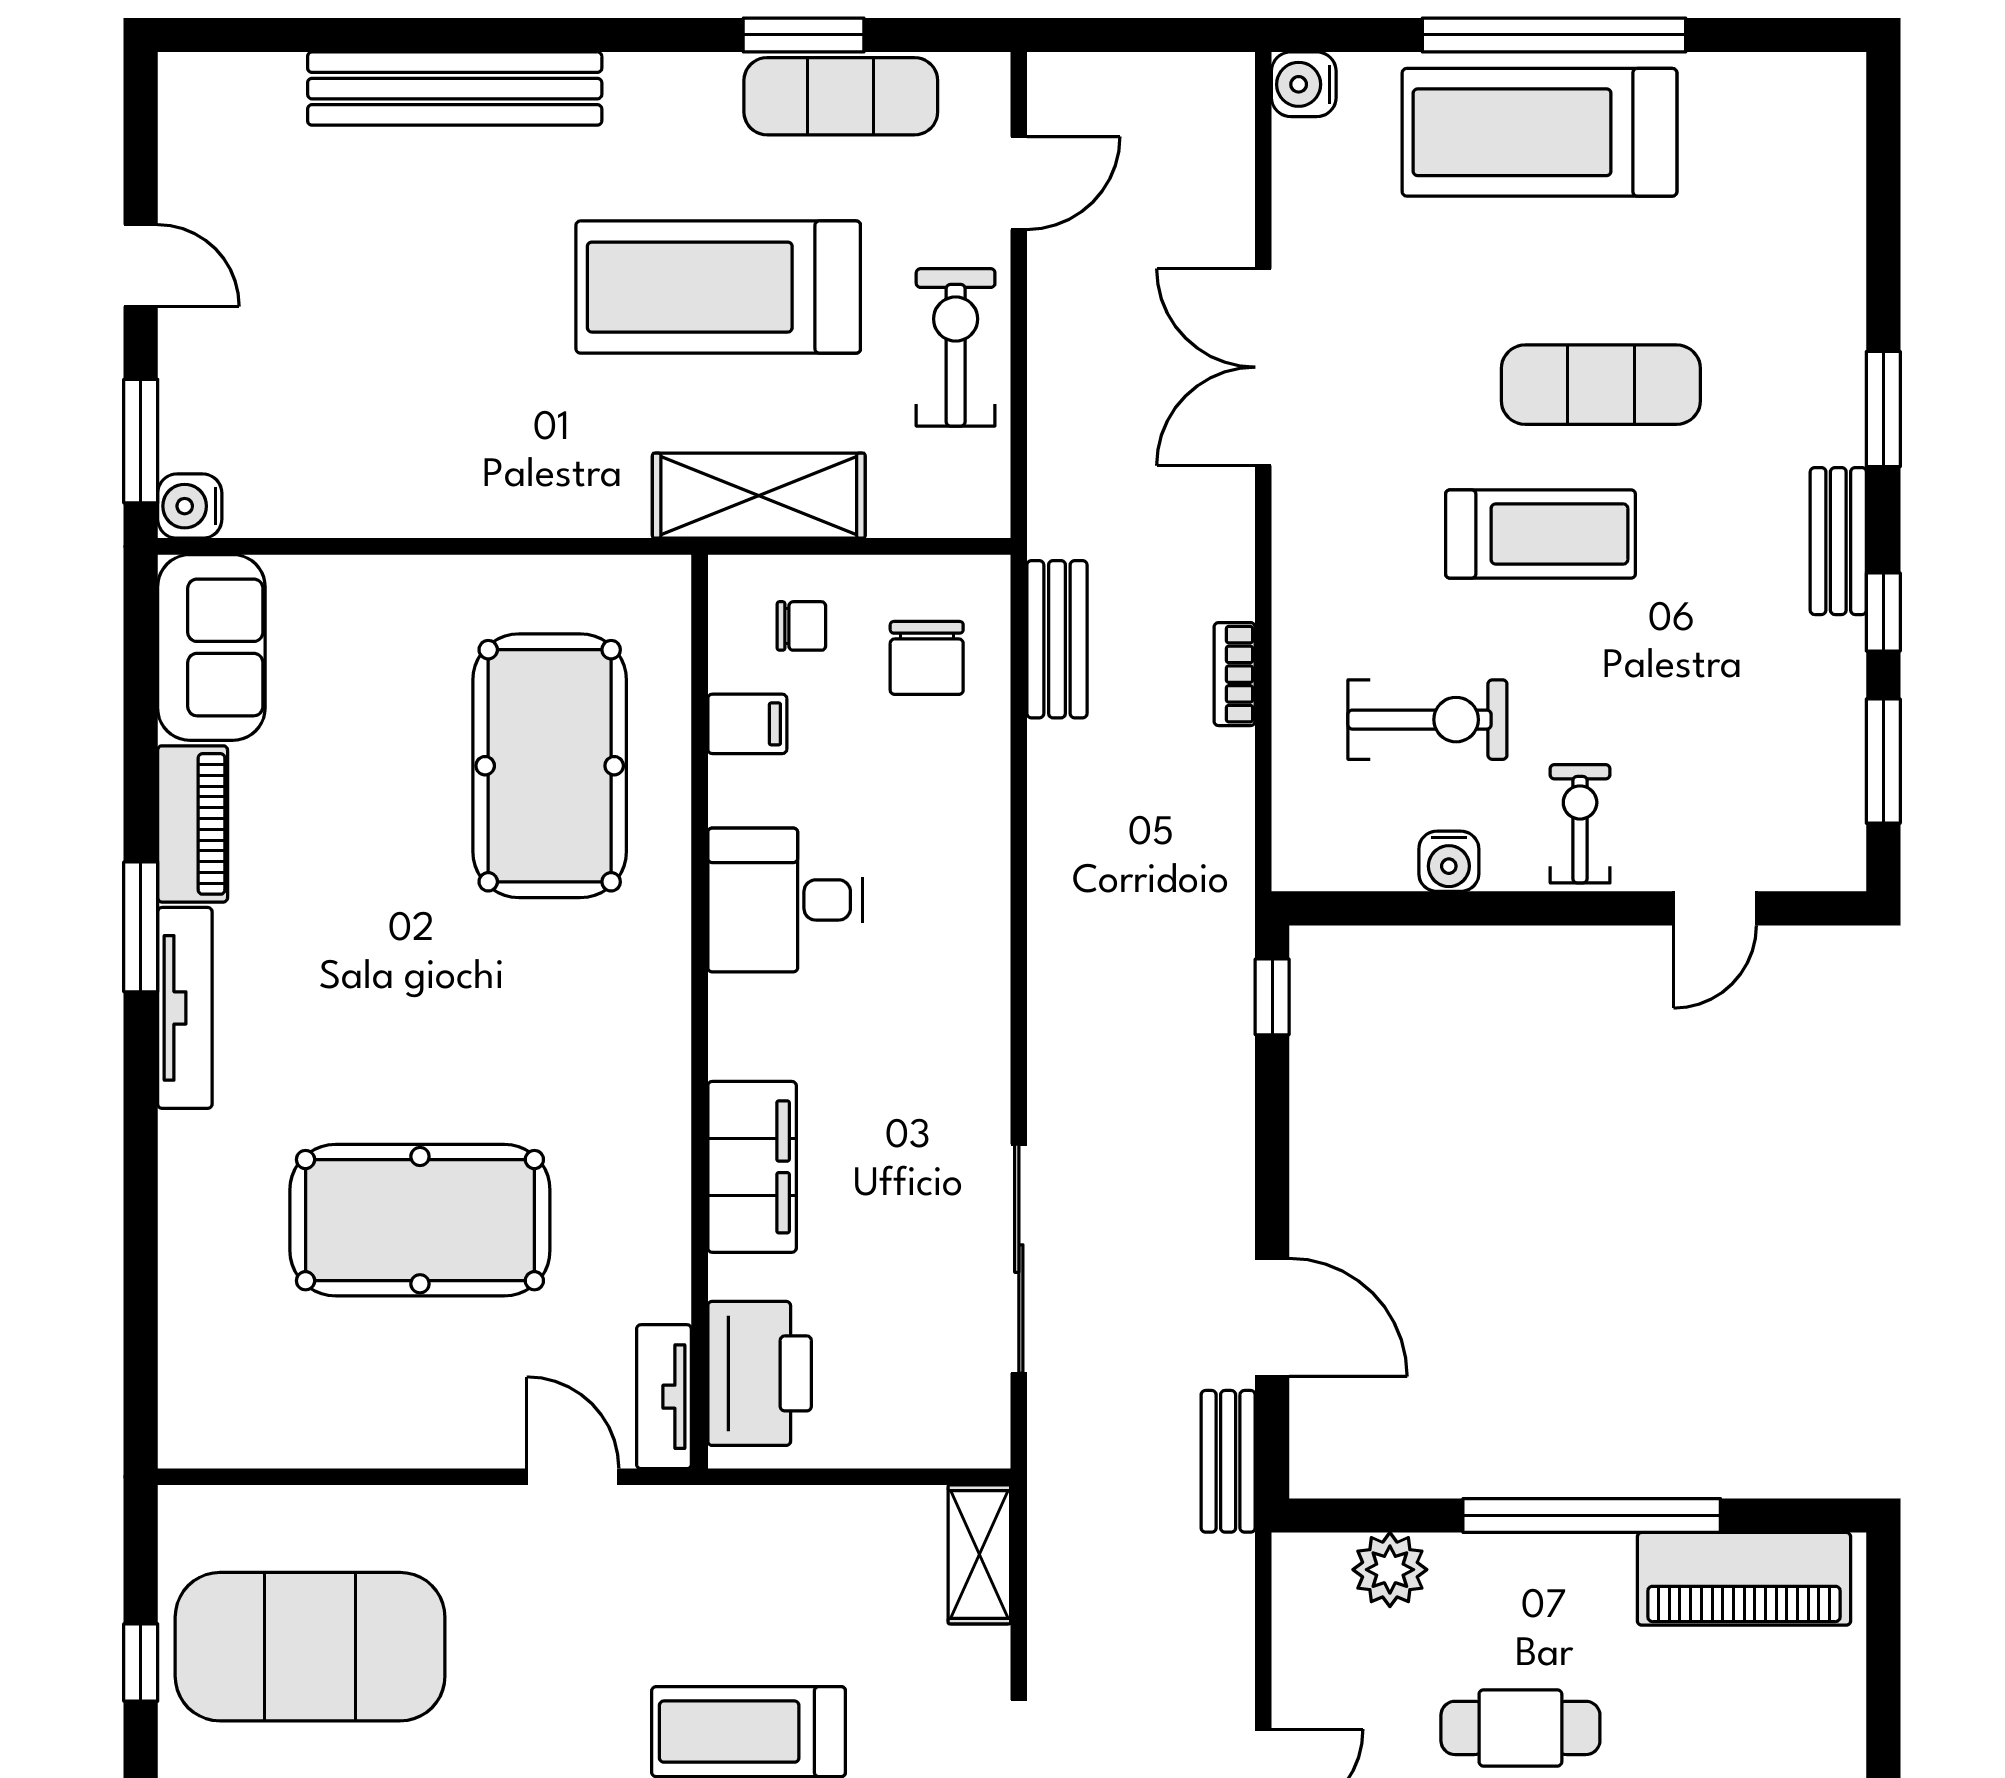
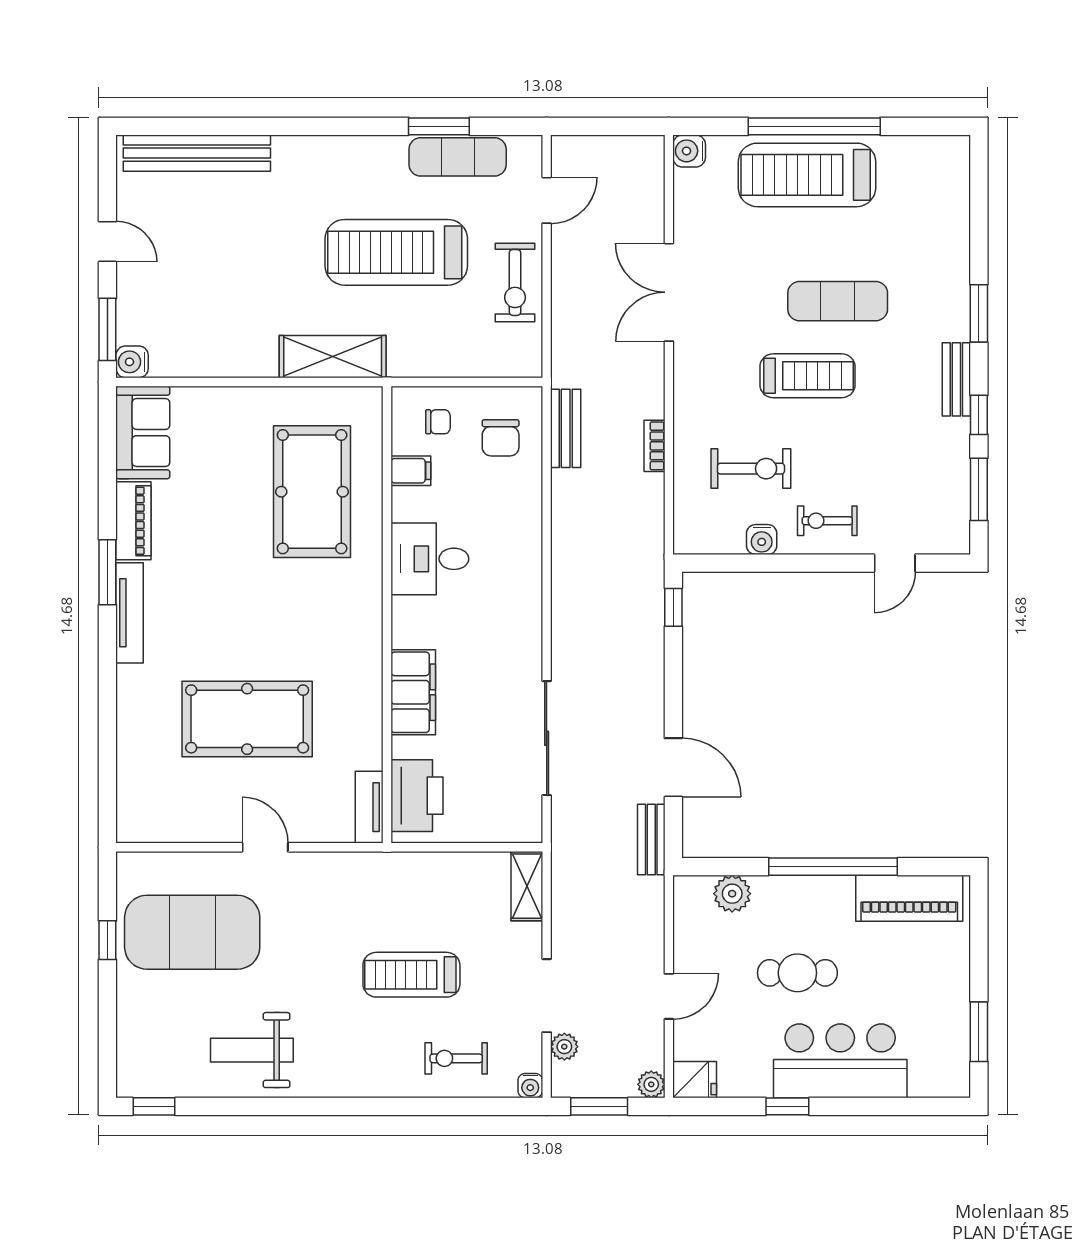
bench: (455, 89) -> (197, 153), moved
exercise bike: (956, 347) -> (515, 282), turned 180
shelving: (759, 496) -> (333, 357), moved
exercise bike: (1580, 824) -> (827, 521), turned -90
door: (573, 1477) -> (265, 847), moved

